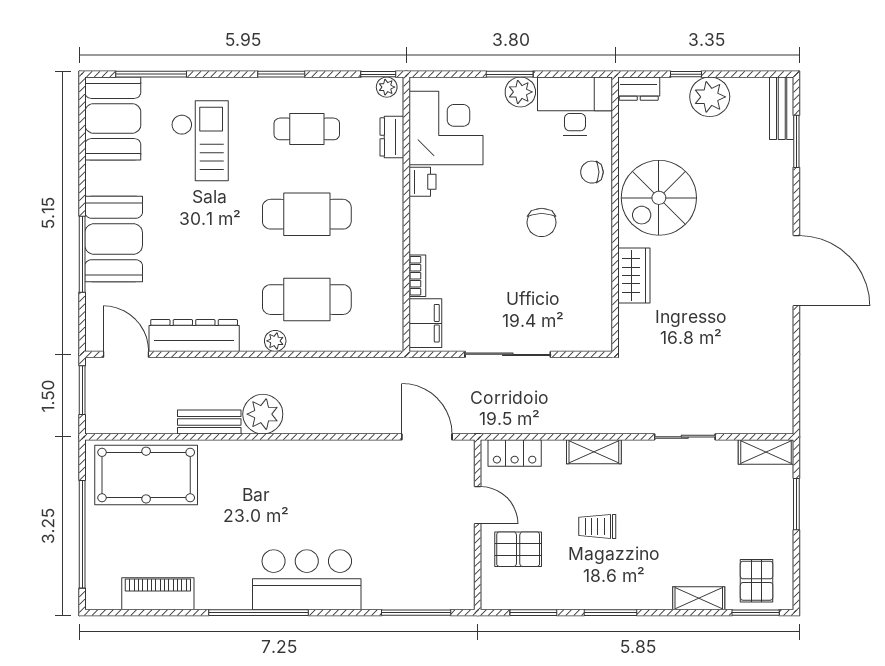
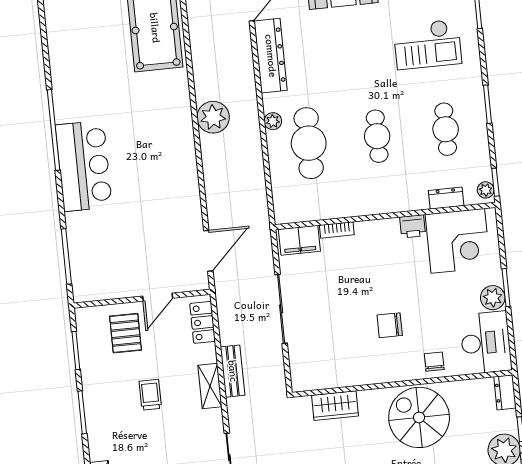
cafe table: (307, 214) -> (377, 136), width x0.73, depth x0.74
wardrobe: (634, 276) -> (335, 406), moved
bench: (209, 422) -> (233, 371), moved
piano: (158, 594) -> (60, 48), removed

